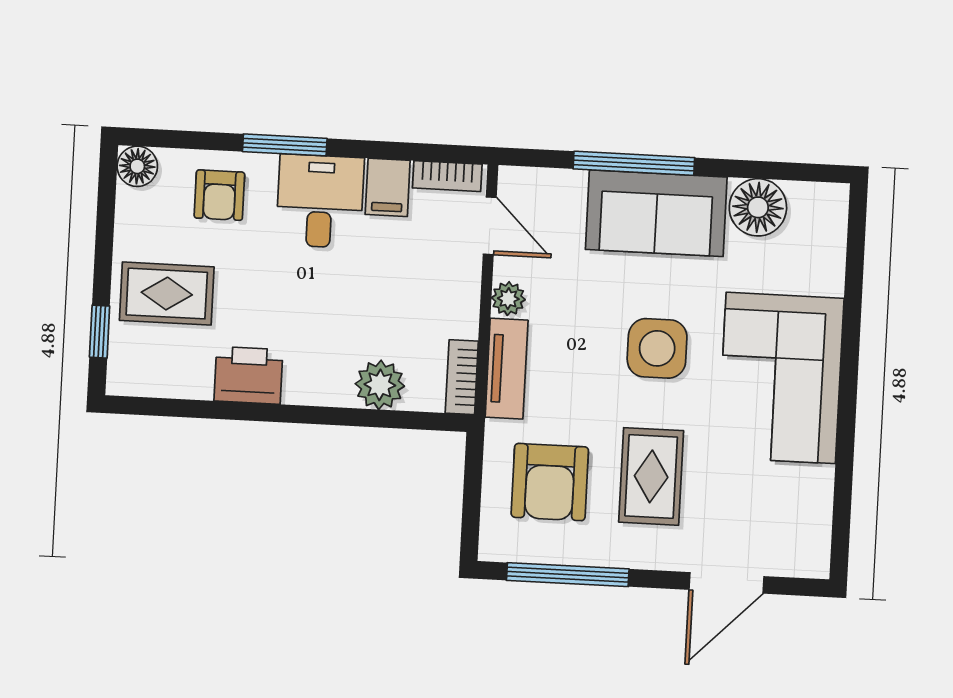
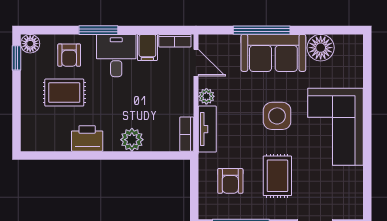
rug: (167, 294) -> (64, 93), moved
window: (100, 332) -> (17, 58), moved
plant: (380, 385) -> (132, 140), moved
armchair: (550, 482) -> (230, 181), width x0.72, depth x0.72

